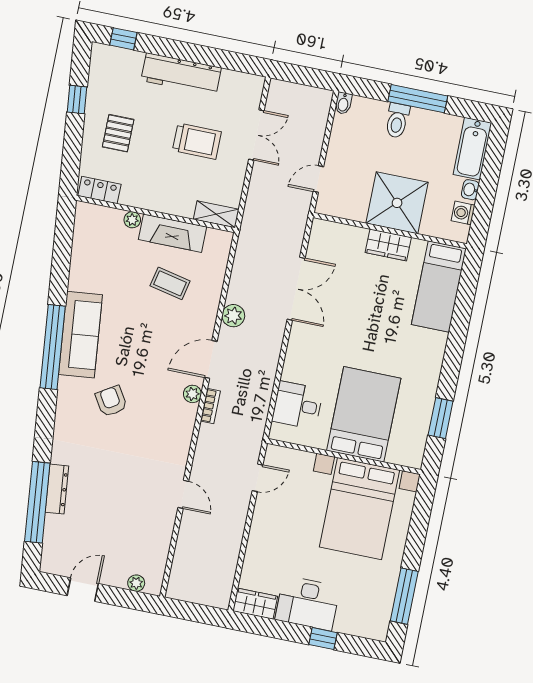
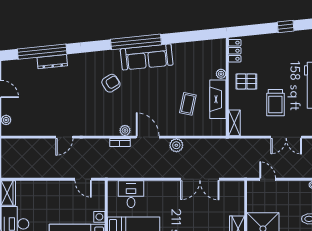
pallet: (118, 133) -> (246, 81), moved

